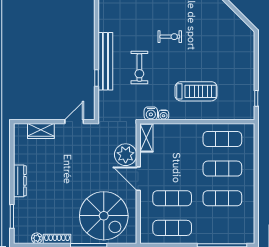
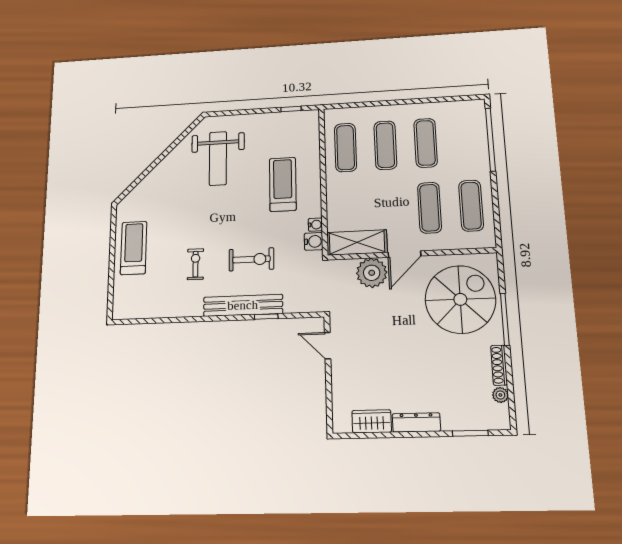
exercise bike: (170, 37) -> (195, 264), moved
weight bench: (220, 42) -> (218, 158), added
wardrobe: (41, 131) -> (372, 421), moved, turned -90
shelving: (146, 138) -> (357, 242), width x1.50, depth x1.33

